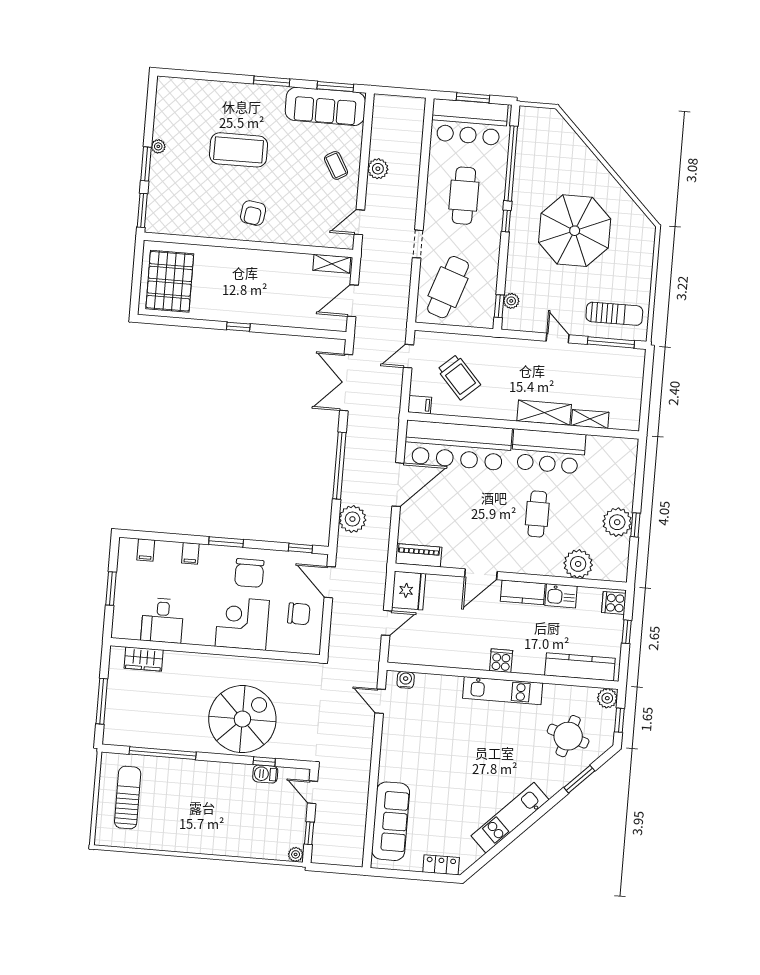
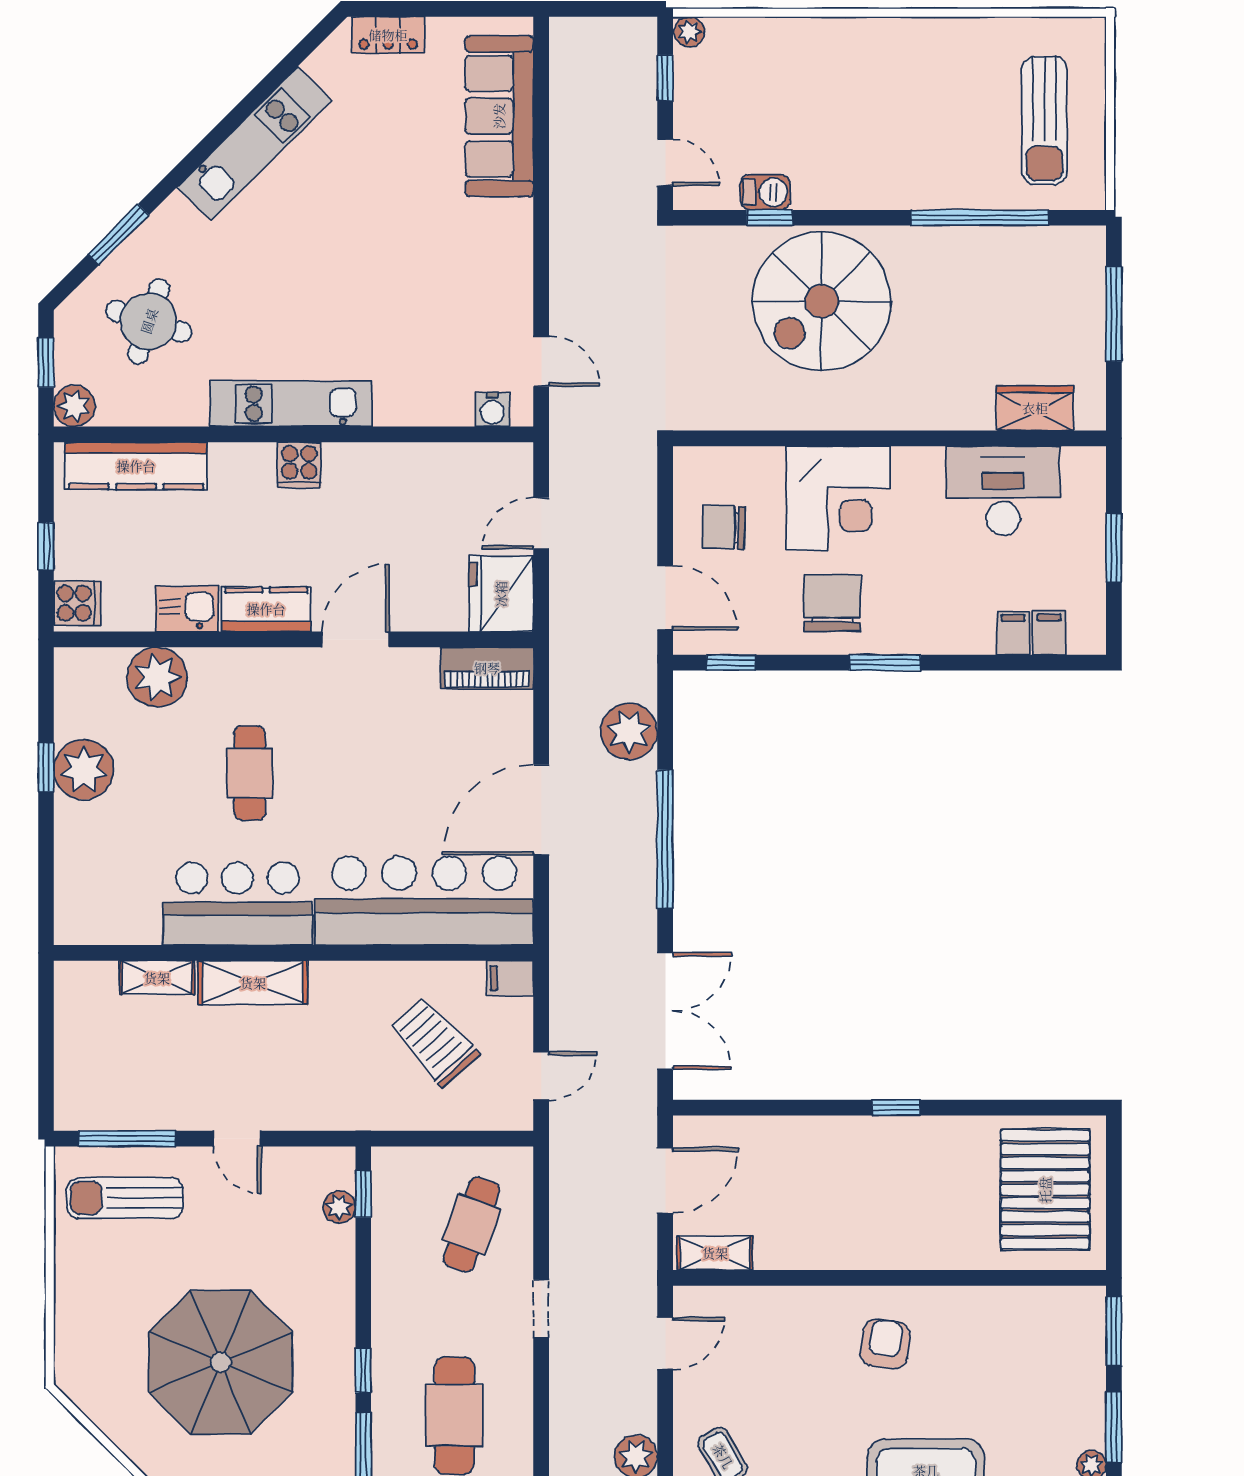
cafe table: (448, 287) -> (472, 1225), width x0.73, depth x0.74
filing cabinet: (190, 553) -> (1013, 633), moved
desk: (162, 620) -> (1003, 491), width x1.37

